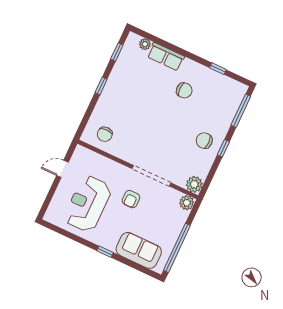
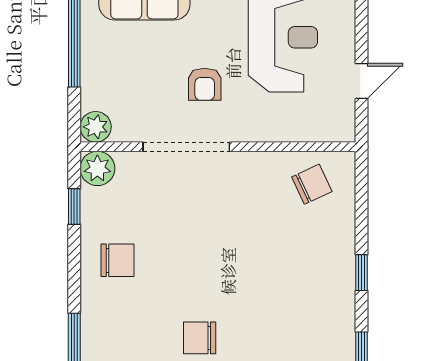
chair: (105, 134) -> (312, 184), turned 65
window: (223, 148) -> (74, 206), moved
armchair: (131, 199) -> (205, 84), turned 180

